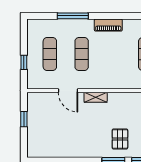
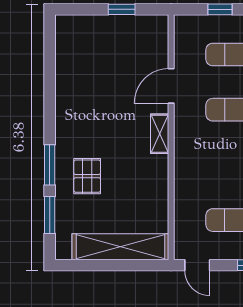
pallet: (120, 139) -> (87, 176), turned 90

